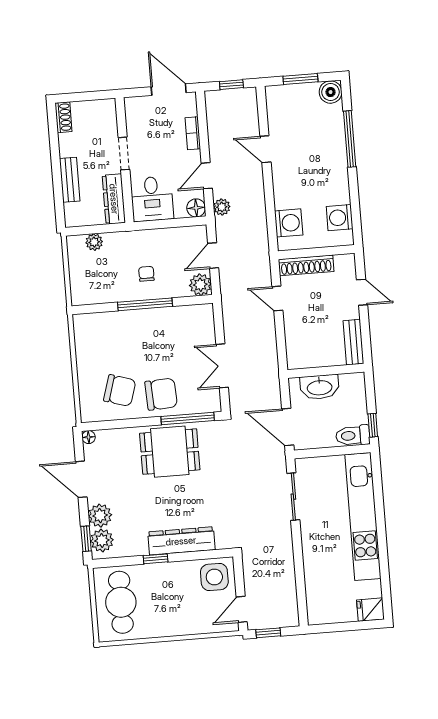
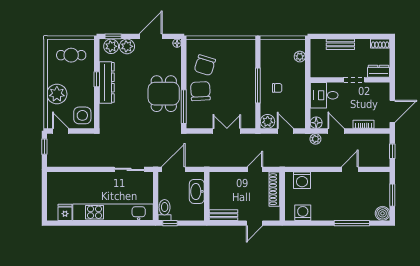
dresser: (114, 199) -> (378, 71), moved, width x0.70
double door: (222, 366) -> (227, 131), moved
chair: (161, 394) -> (200, 91), turned 180
dresser: (181, 541) -> (107, 82), moved
cafe table: (121, 602) -> (71, 55), width x0.73, depth x0.74
fridge: (371, 610) -> (65, 212), moved
plant: (184, 620) -> (57, 94), added

